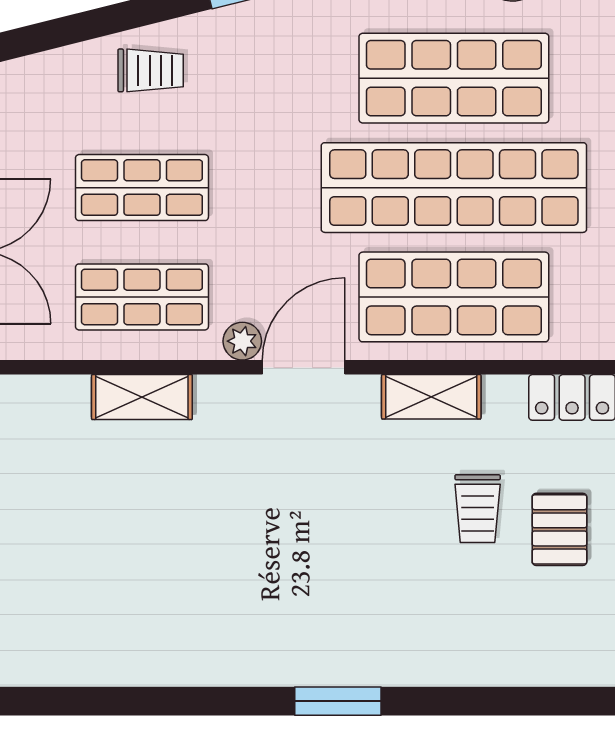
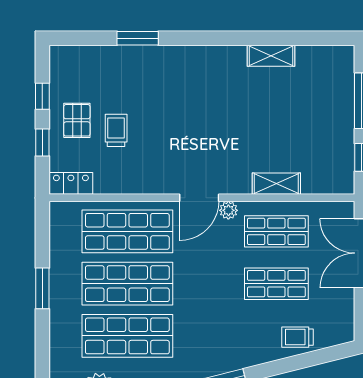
trolley: (151, 70) -> (298, 337), moved
shop shelf: (454, 188) -> (127, 284), width x0.71
shelving: (431, 397) -> (271, 56), moved
window: (338, 701) -> (138, 38), moved

